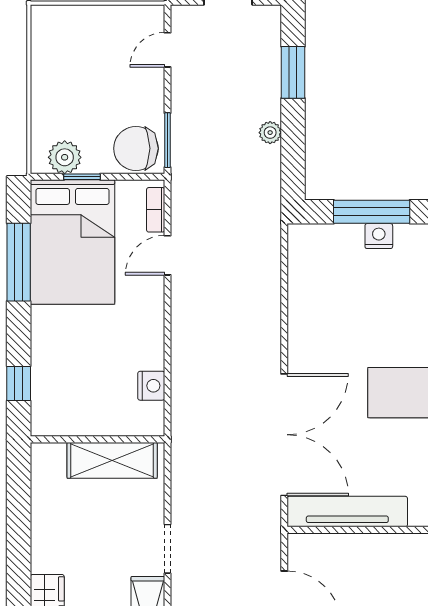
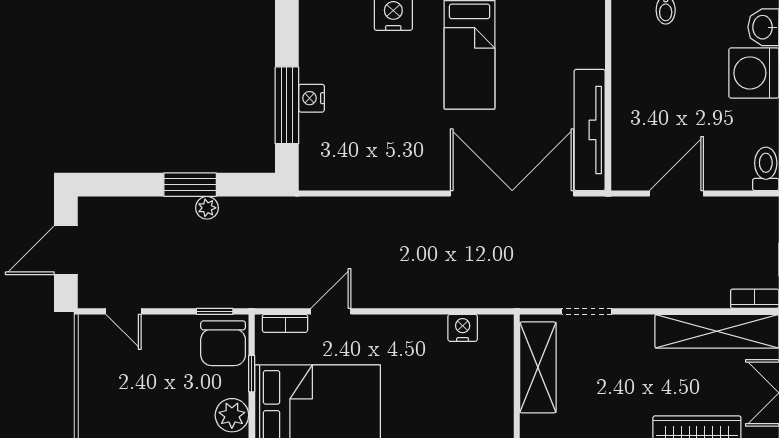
window: (293, 72) -> (190, 185), moved
window: (168, 140) -> (215, 311), width x0.67
window: (82, 177) -> (252, 374), moved
door: (168, 255) -> (331, 311), swing flipped
doorway: (168, 549) -> (587, 311), moved

